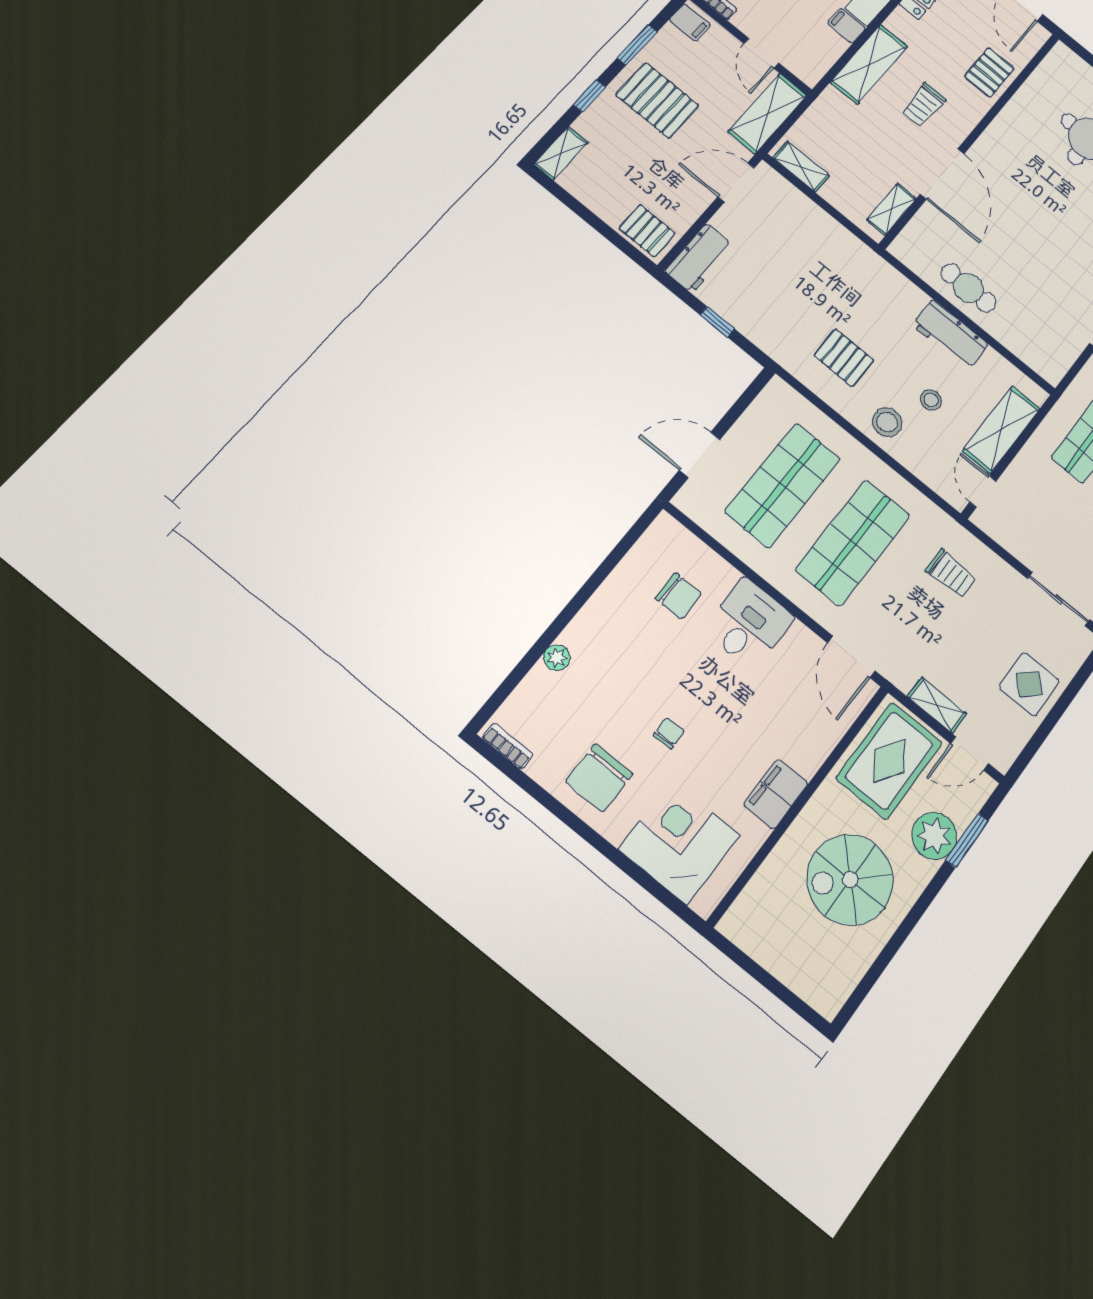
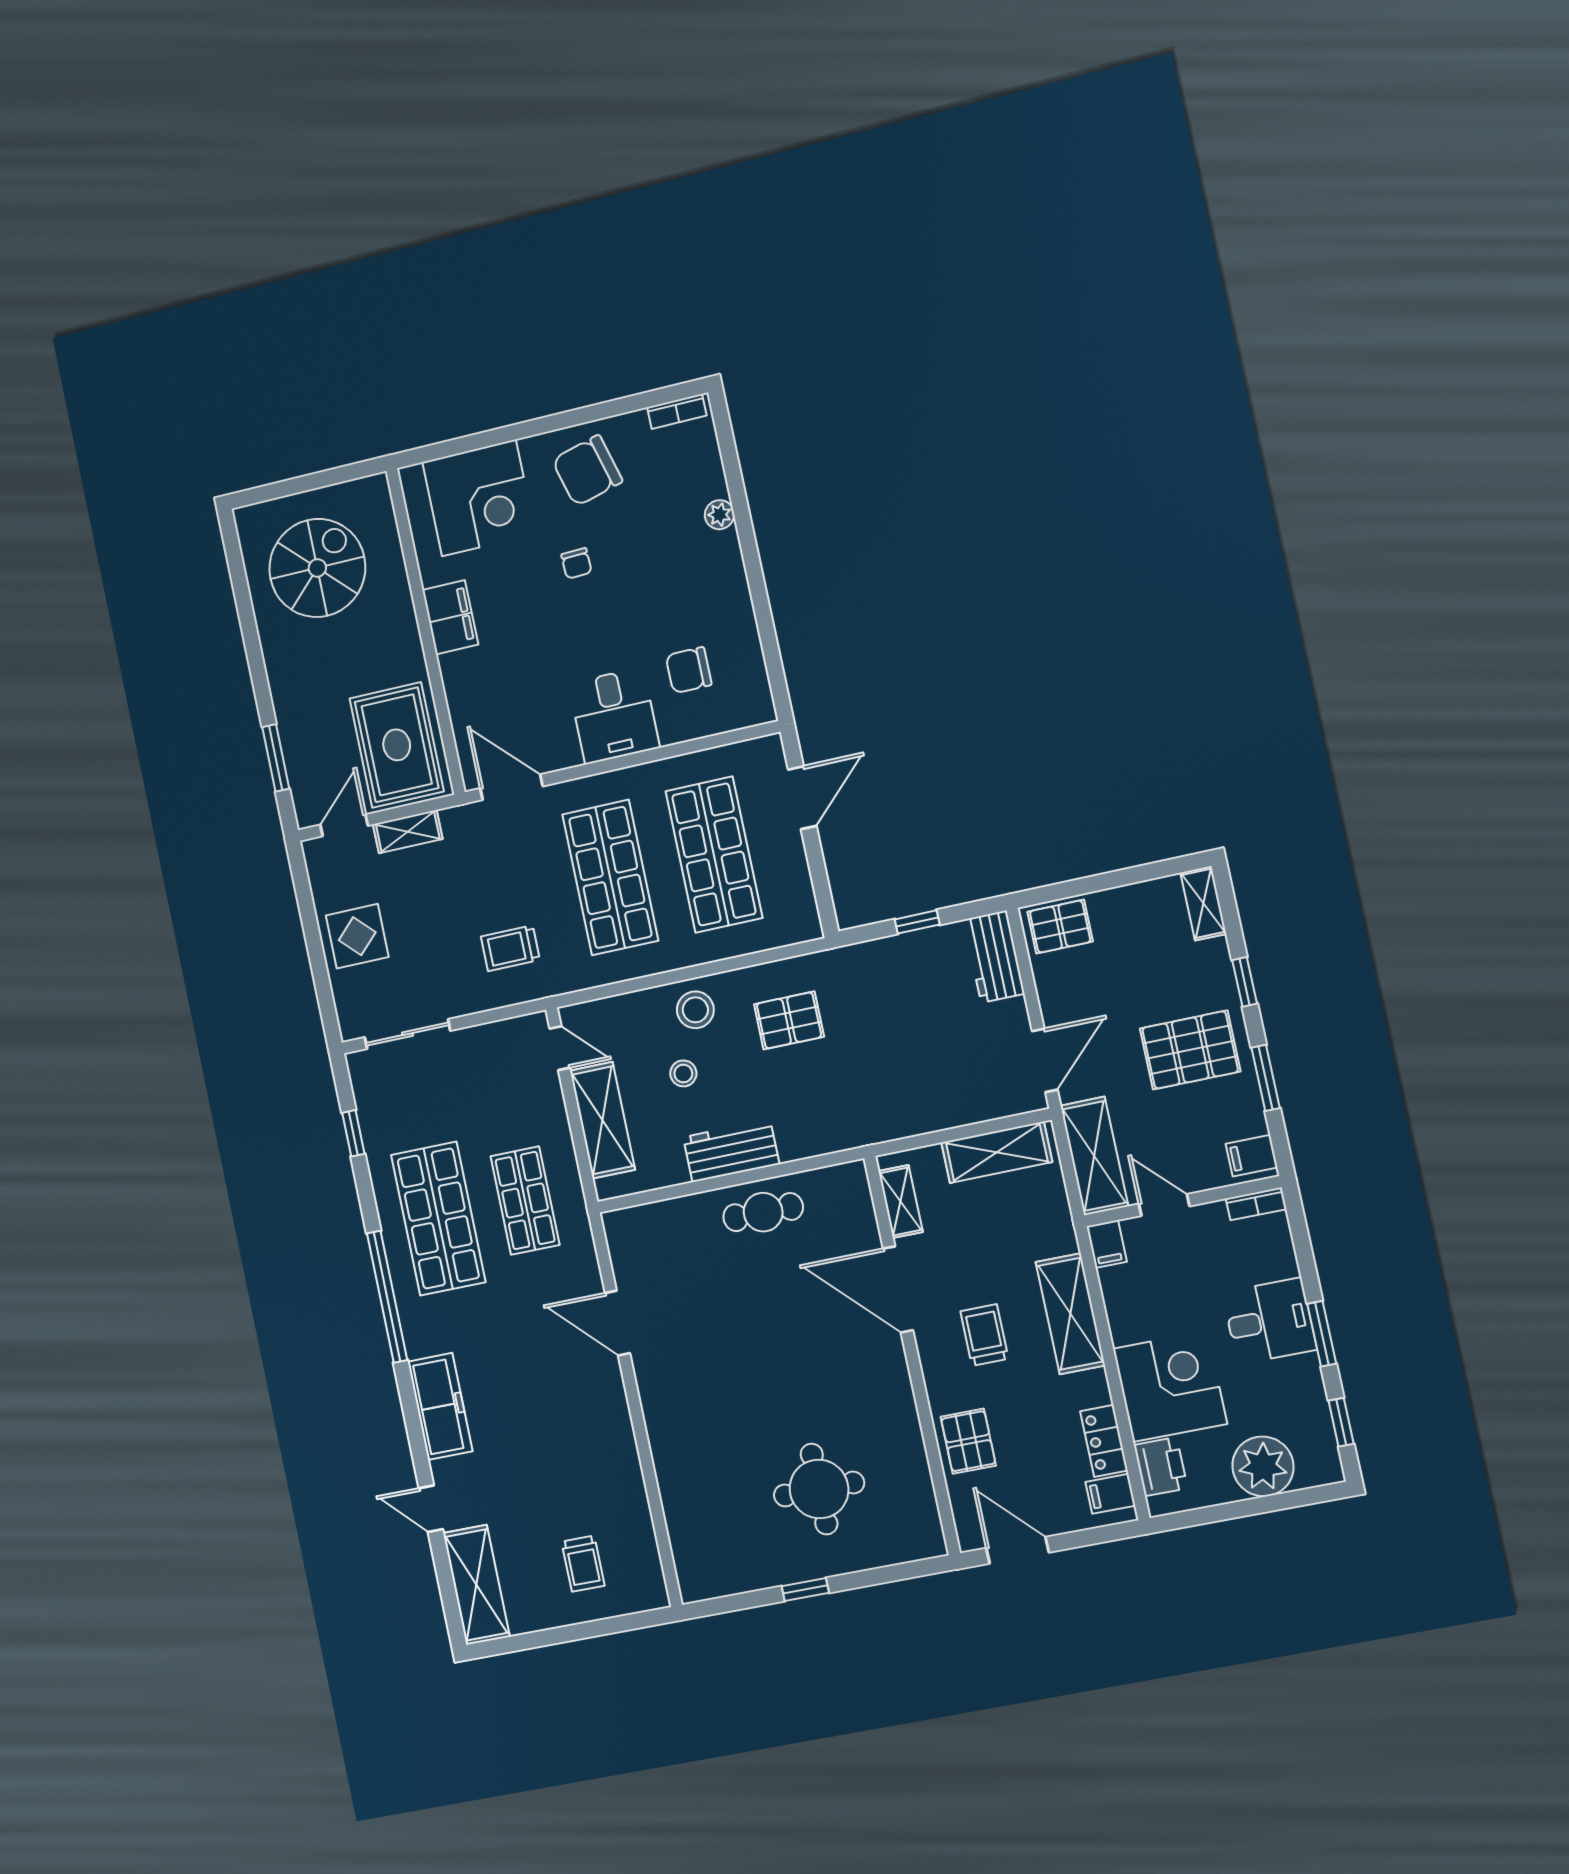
filing cabinet: (846, 26) -> (1107, 1244), moved, turned 90
shelving: (801, 167) -> (997, 1152), width x1.50, depth x1.33
chair: (599, 778) -> (587, 471), turned -105
plant: (934, 836) -> (303, 731), removed
spiral stairs: (850, 880) -> (317, 568), moved

